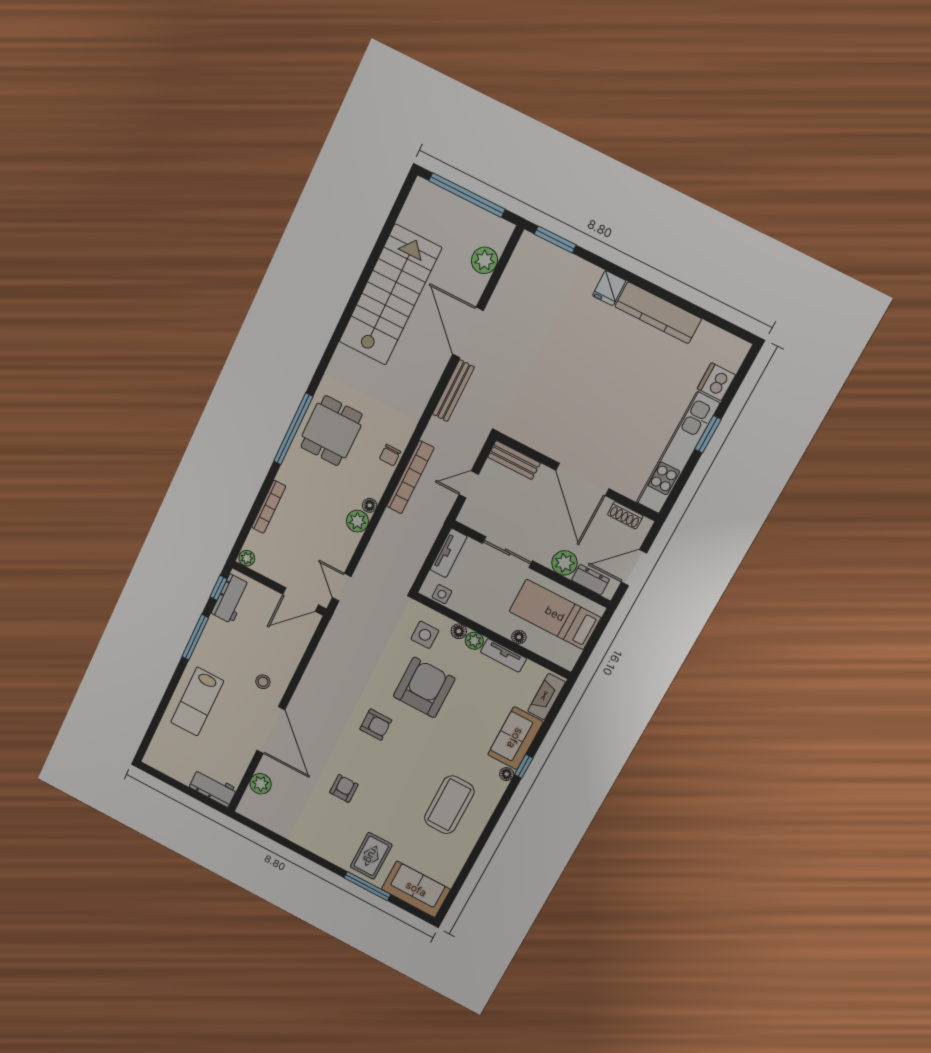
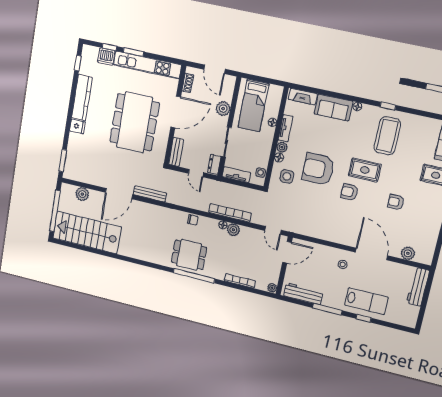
stairs: (390, 295) -> (87, 233), moved
window: (722, 324) -> (78, 63), added
window: (731, 393) -> (109, 47), added
dining table: (586, 400) -> (134, 122), added
bookcase: (410, 477) -> (230, 213), moved
dresser: (590, 580) -> (214, 164), moved
door: (342, 587) -> (273, 230), hinge flipped
window: (218, 588) -> (364, 318), moved
workbench: (231, 599) -> (303, 294), width x1.38
door: (301, 600) -> (287, 252), hinge flipped
armchair: (376, 725) -> (349, 192), turned -90
door: (271, 730) -> (371, 254), hinge flipped
rug: (405, 757) -> (365, 170), added
window: (524, 766) -> (388, 106), moved
workbench: (213, 788) -> (418, 287), width x1.38
coffee table: (449, 805) -> (387, 136), turned 90

